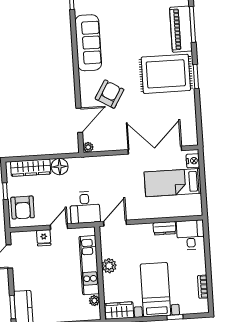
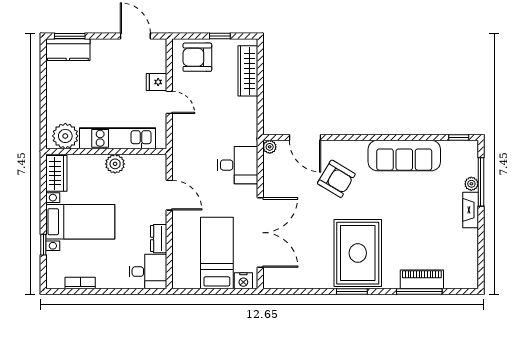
piano: (181, 29) -> (422, 279), width x0.73, depth x0.75
floor lamp: (60, 167) -> (247, 108), removed
desk: (85, 207) -> (238, 165), moved, turned 180
door: (115, 223) -> (169, 195), moved
plant: (94, 301) -> (65, 136), width x1.88, depth x1.88

